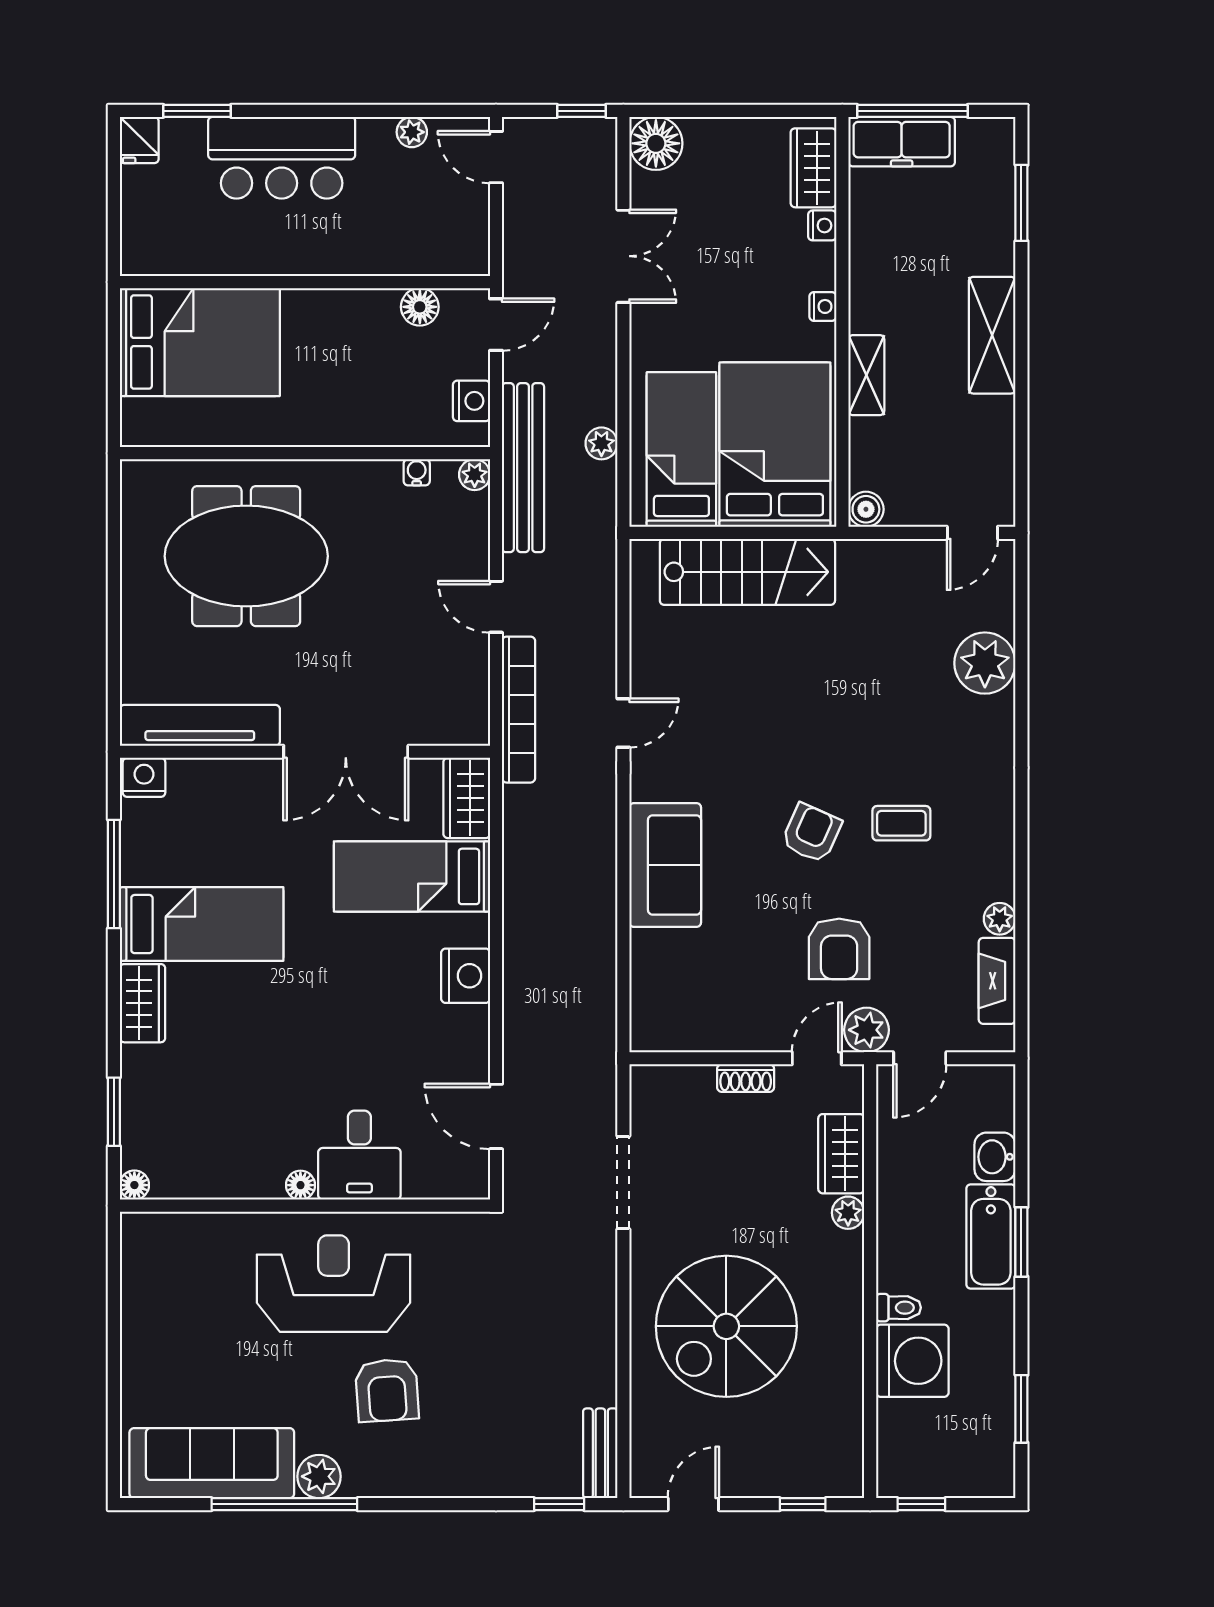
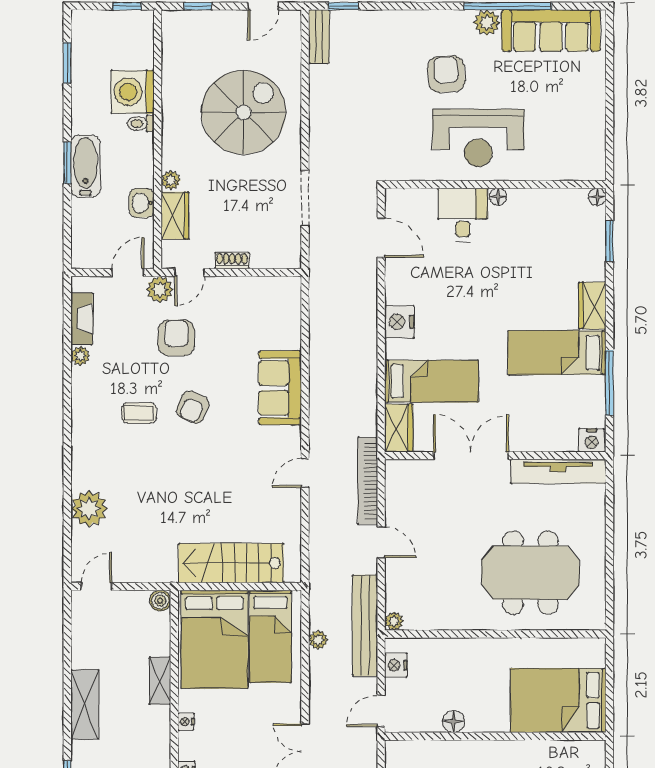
floor lamp: (420, 307) -> (454, 722), moved
water cooler: (417, 472) -> (429, 623), removed
washbasin: (995, 1157) -> (142, 203), moved, turned 180

